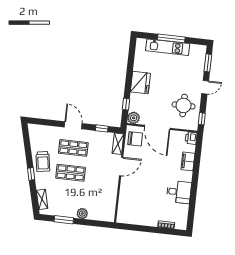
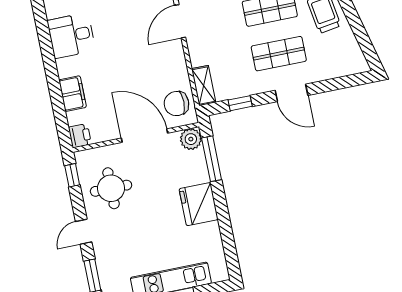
window: (126, 104) -> (212, 159), width x2.17
door: (121, 166) -> (180, 21), moved

